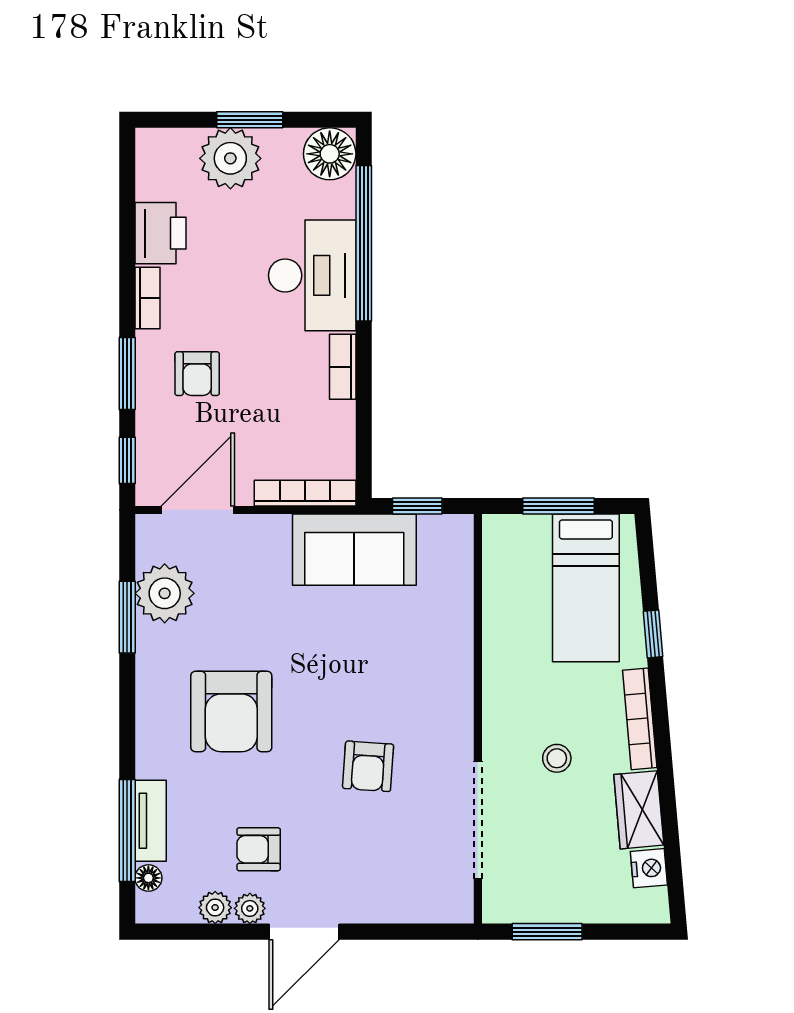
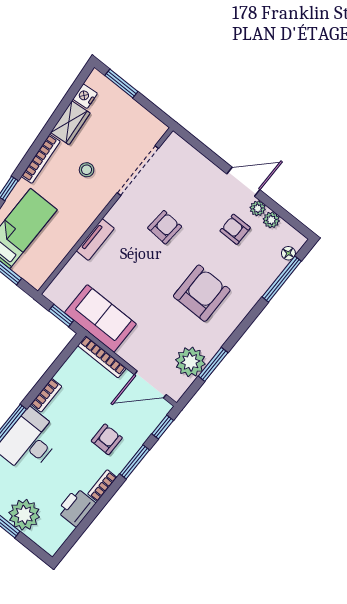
tv unit: (151, 821) -> (95, 240), moved, turned 180
armchair: (259, 849) -> (235, 229), turned 180
window: (547, 932) -> (121, 83), moved

